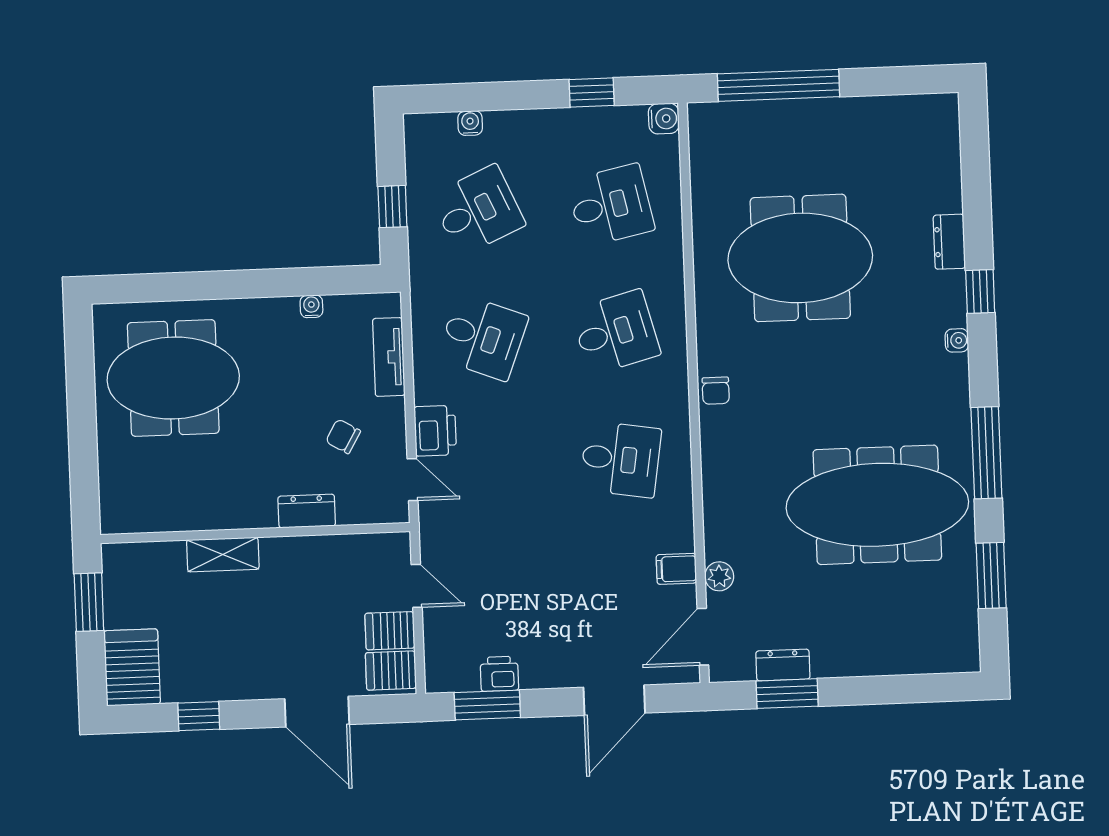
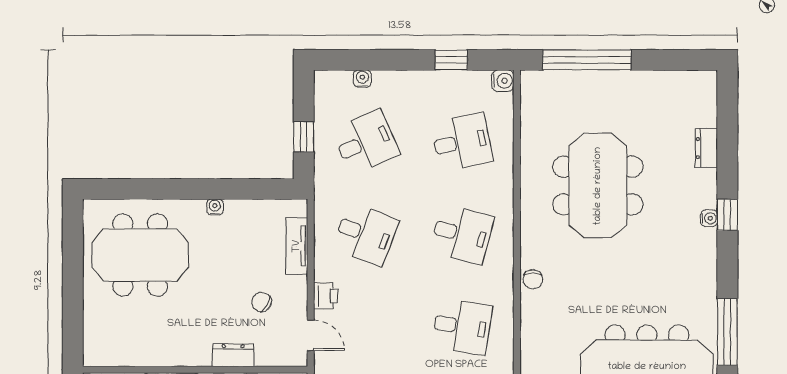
dresser: (949, 242) -> (706, 148), moved
meeting table: (800, 258) -> (598, 186), turned 90
water cooler: (311, 306) -> (215, 207), moved
desk: (616, 332) -> (462, 234), turned 30
water cooler: (957, 340) -> (709, 218), moved
printer: (435, 431) -> (326, 296), width x0.73, depth x0.81

